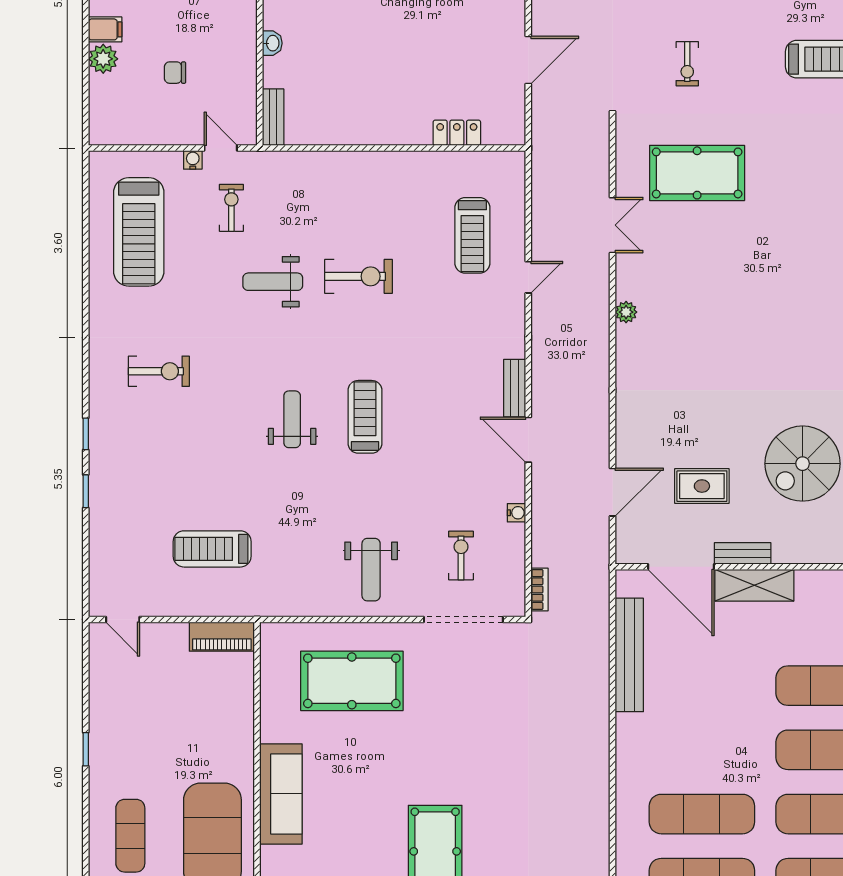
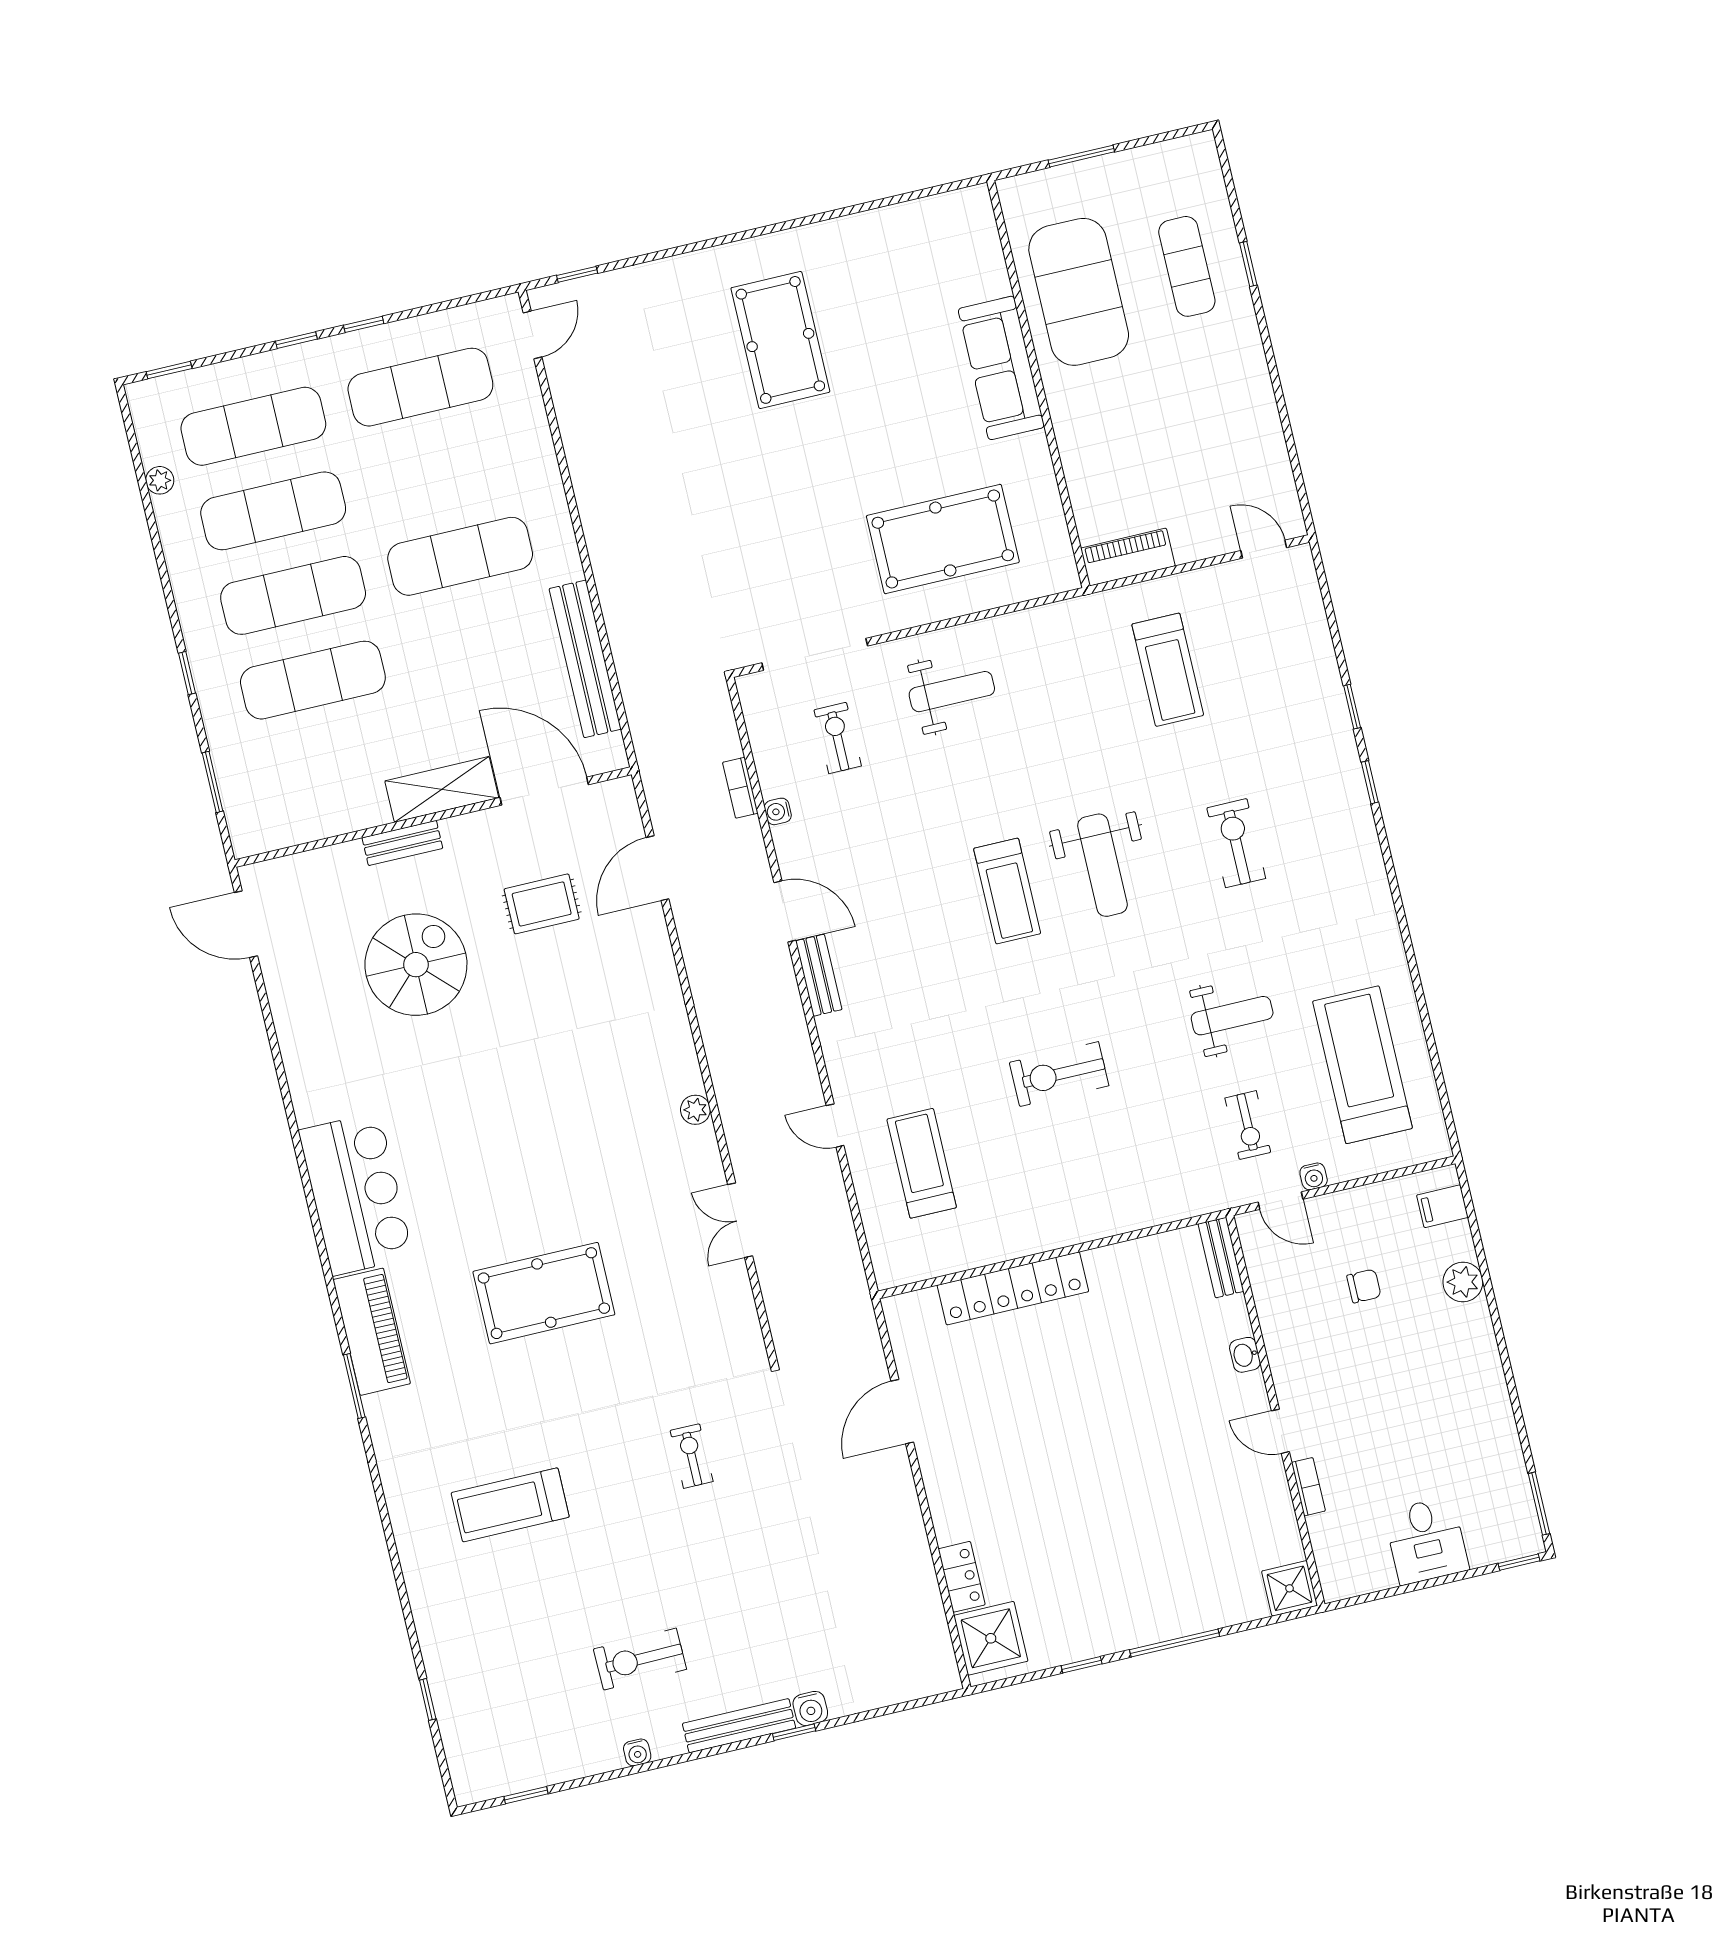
filing cabinet: (105, 29) -> (1442, 1206), moved
locker: (457, 133) -> (1013, 1288), width x2.16, depth x1.21
pool table: (697, 173) -> (544, 1293), moved
door: (528, 277) -> (835, 1126), hinge flipped
weight bench: (273, 282) -> (1232, 1016), moved
exercise bike: (159, 371) -> (1236, 843), moved, turned 90
weight bench: (292, 419) -> (1102, 865), width x1.36, depth x1.33
treadmill: (212, 549) -> (1168, 670), turned 90
bench: (743, 553) -> (402, 843), moved
exercise bike: (461, 555) -> (838, 738), turned 180
weight bench: (371, 570) -> (952, 692), turned 90
bookcase: (539, 590) -> (740, 788), moved
window: (86, 749) -> (1248, 264), moved
exercise mat: (702, 814) -> (460, 556), moved

